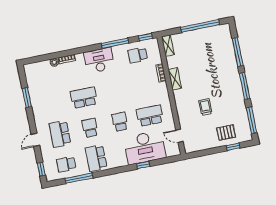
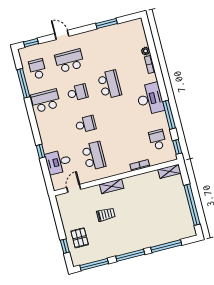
shelving: (175, 79) -> (112, 186), moved
desk: (145, 148) -> (58, 162), width x0.53, depth x0.77

